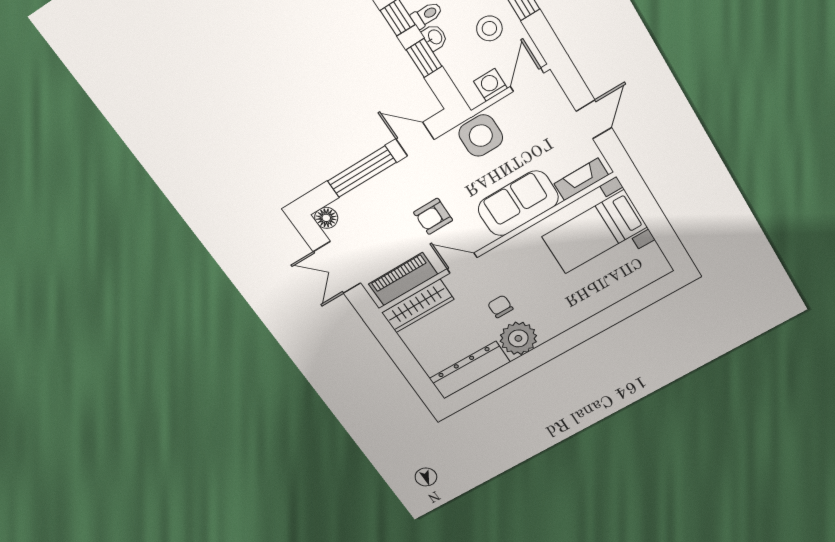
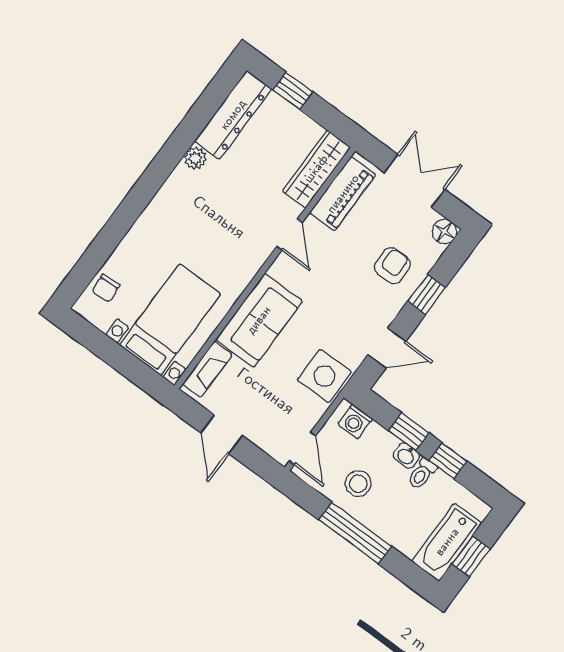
washing machine: (491, 85) -> (355, 421), moved, turned 90
window: (362, 172) -> (427, 294), width x0.46
armchair: (433, 216) -> (392, 266), moved
door: (462, 263) -> (290, 235), hinge flipped
chair: (500, 306) -> (106, 288), moved, turned 86
plant: (518, 338) -> (195, 158), width x0.53, depth x0.53
window: (413, 371) -> (293, 91), added

